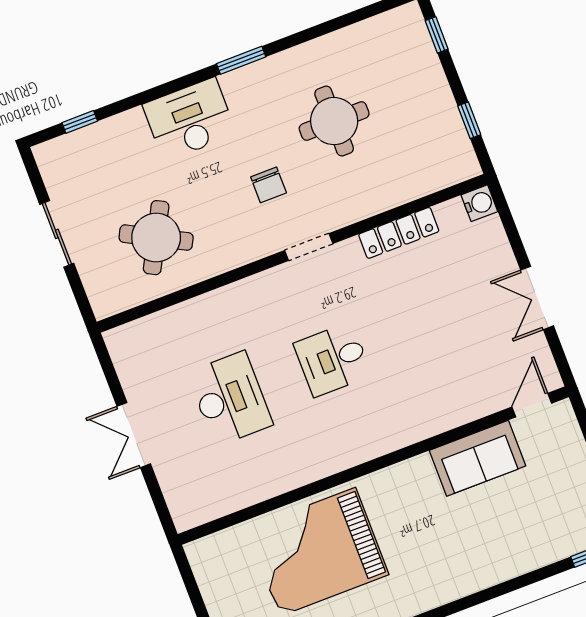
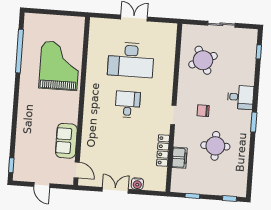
desk: (190, 119) -> (241, 97), width x0.73
filing cabinet: (398, 189) -> (179, 158), added
water cooler: (479, 203) -> (137, 184), moved
round table: (156, 238) -> (203, 60), turned 36
desk: (230, 399) -> (131, 60), width x1.36, depth x1.30

